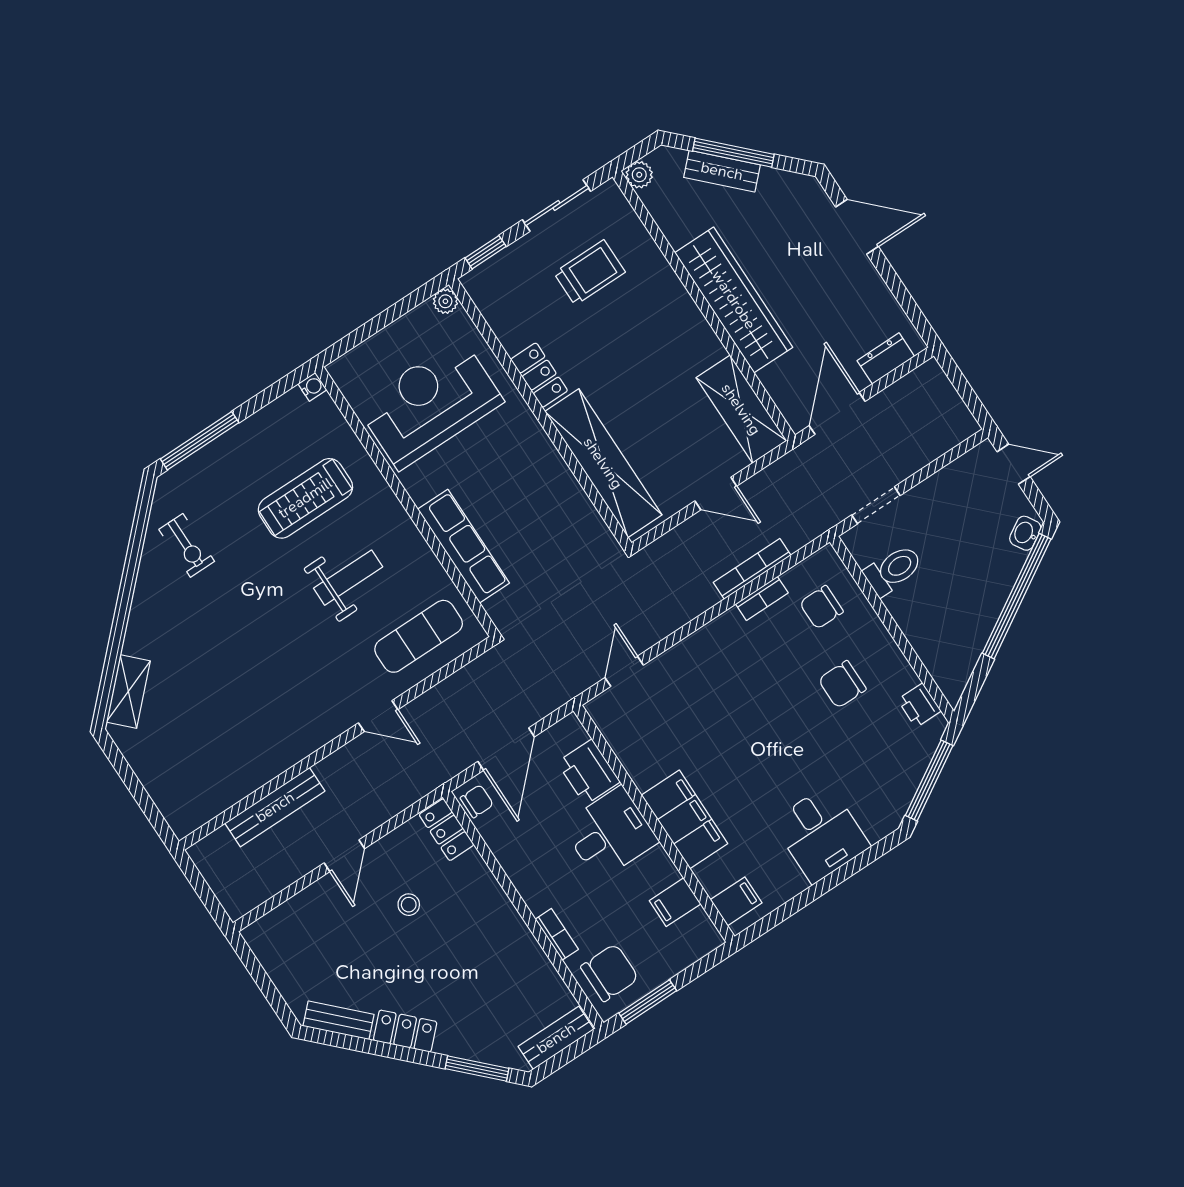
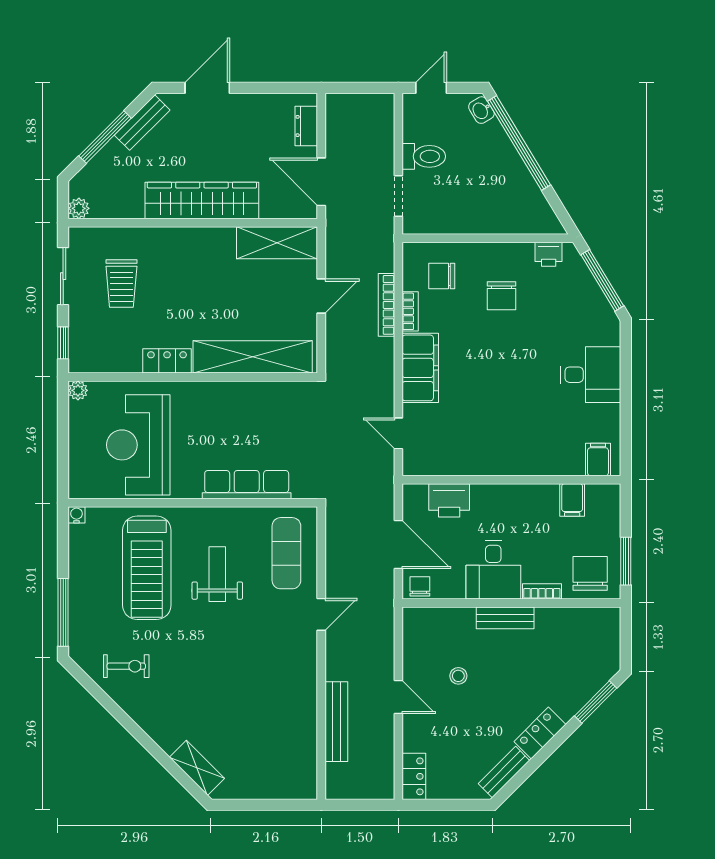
bench: (722, 171) -> (142, 123), moved
trolley: (589, 273) -> (121, 283), turned 180
treadmill: (305, 498) -> (147, 568), width x1.37, depth x1.38
toilet: (893, 570) -> (424, 156), moved, turned 90
chair: (821, 607) -> (442, 276), turned 90
filing cabinet: (685, 819) -> (420, 368), moved, turned 90
locker: (447, 830) -> (414, 776), moved, turned -90
desk: (610, 833) -> (493, 570), moved, turned 180
bench: (556, 1038) -> (505, 618), moved, turned 90

